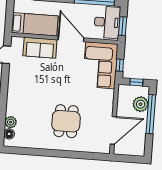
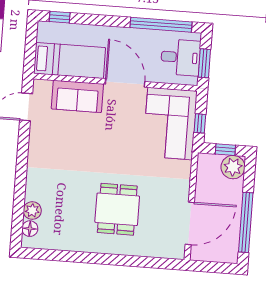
desk: (107, 22) -> (181, 57), width x0.73
plant: (141, 104) -> (233, 167), moved
window: (151, 114) -> (246, 222), moved

